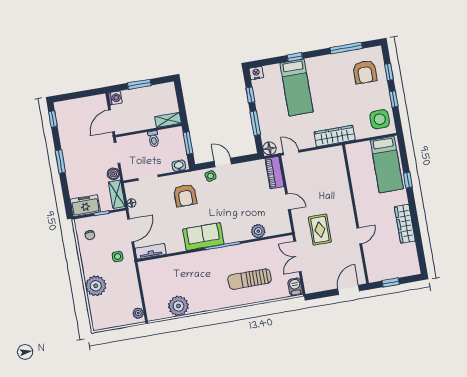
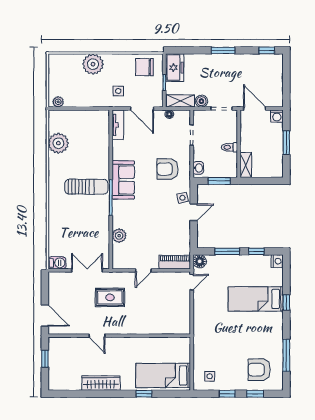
side table: (380, 119) -> (210, 376), width x0.54, depth x0.54
wardrobe: (335, 136) -> (201, 328), removed
chair: (90, 235) -> (144, 67), width x1.87, depth x1.87
sun lounger: (250, 279) -> (86, 187), moved, turned 90

